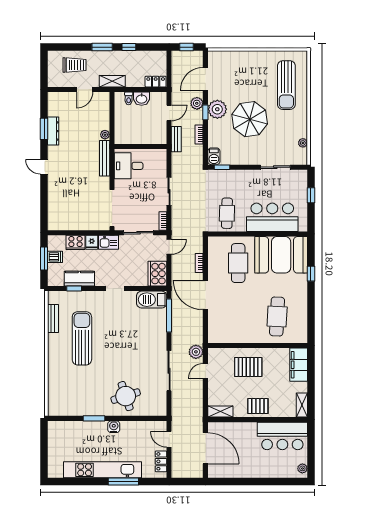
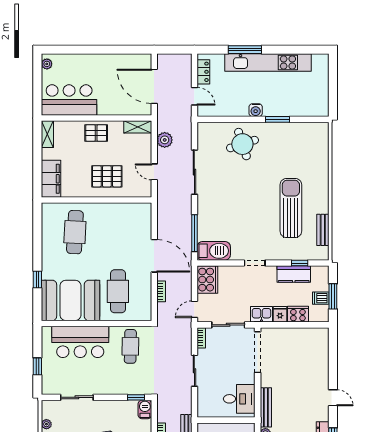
sun lounger: (82, 338) -> (291, 208), turned 180
plant: (196, 352) -> (165, 140), moved
door: (205, 371) -> (154, 172), swing flipped

